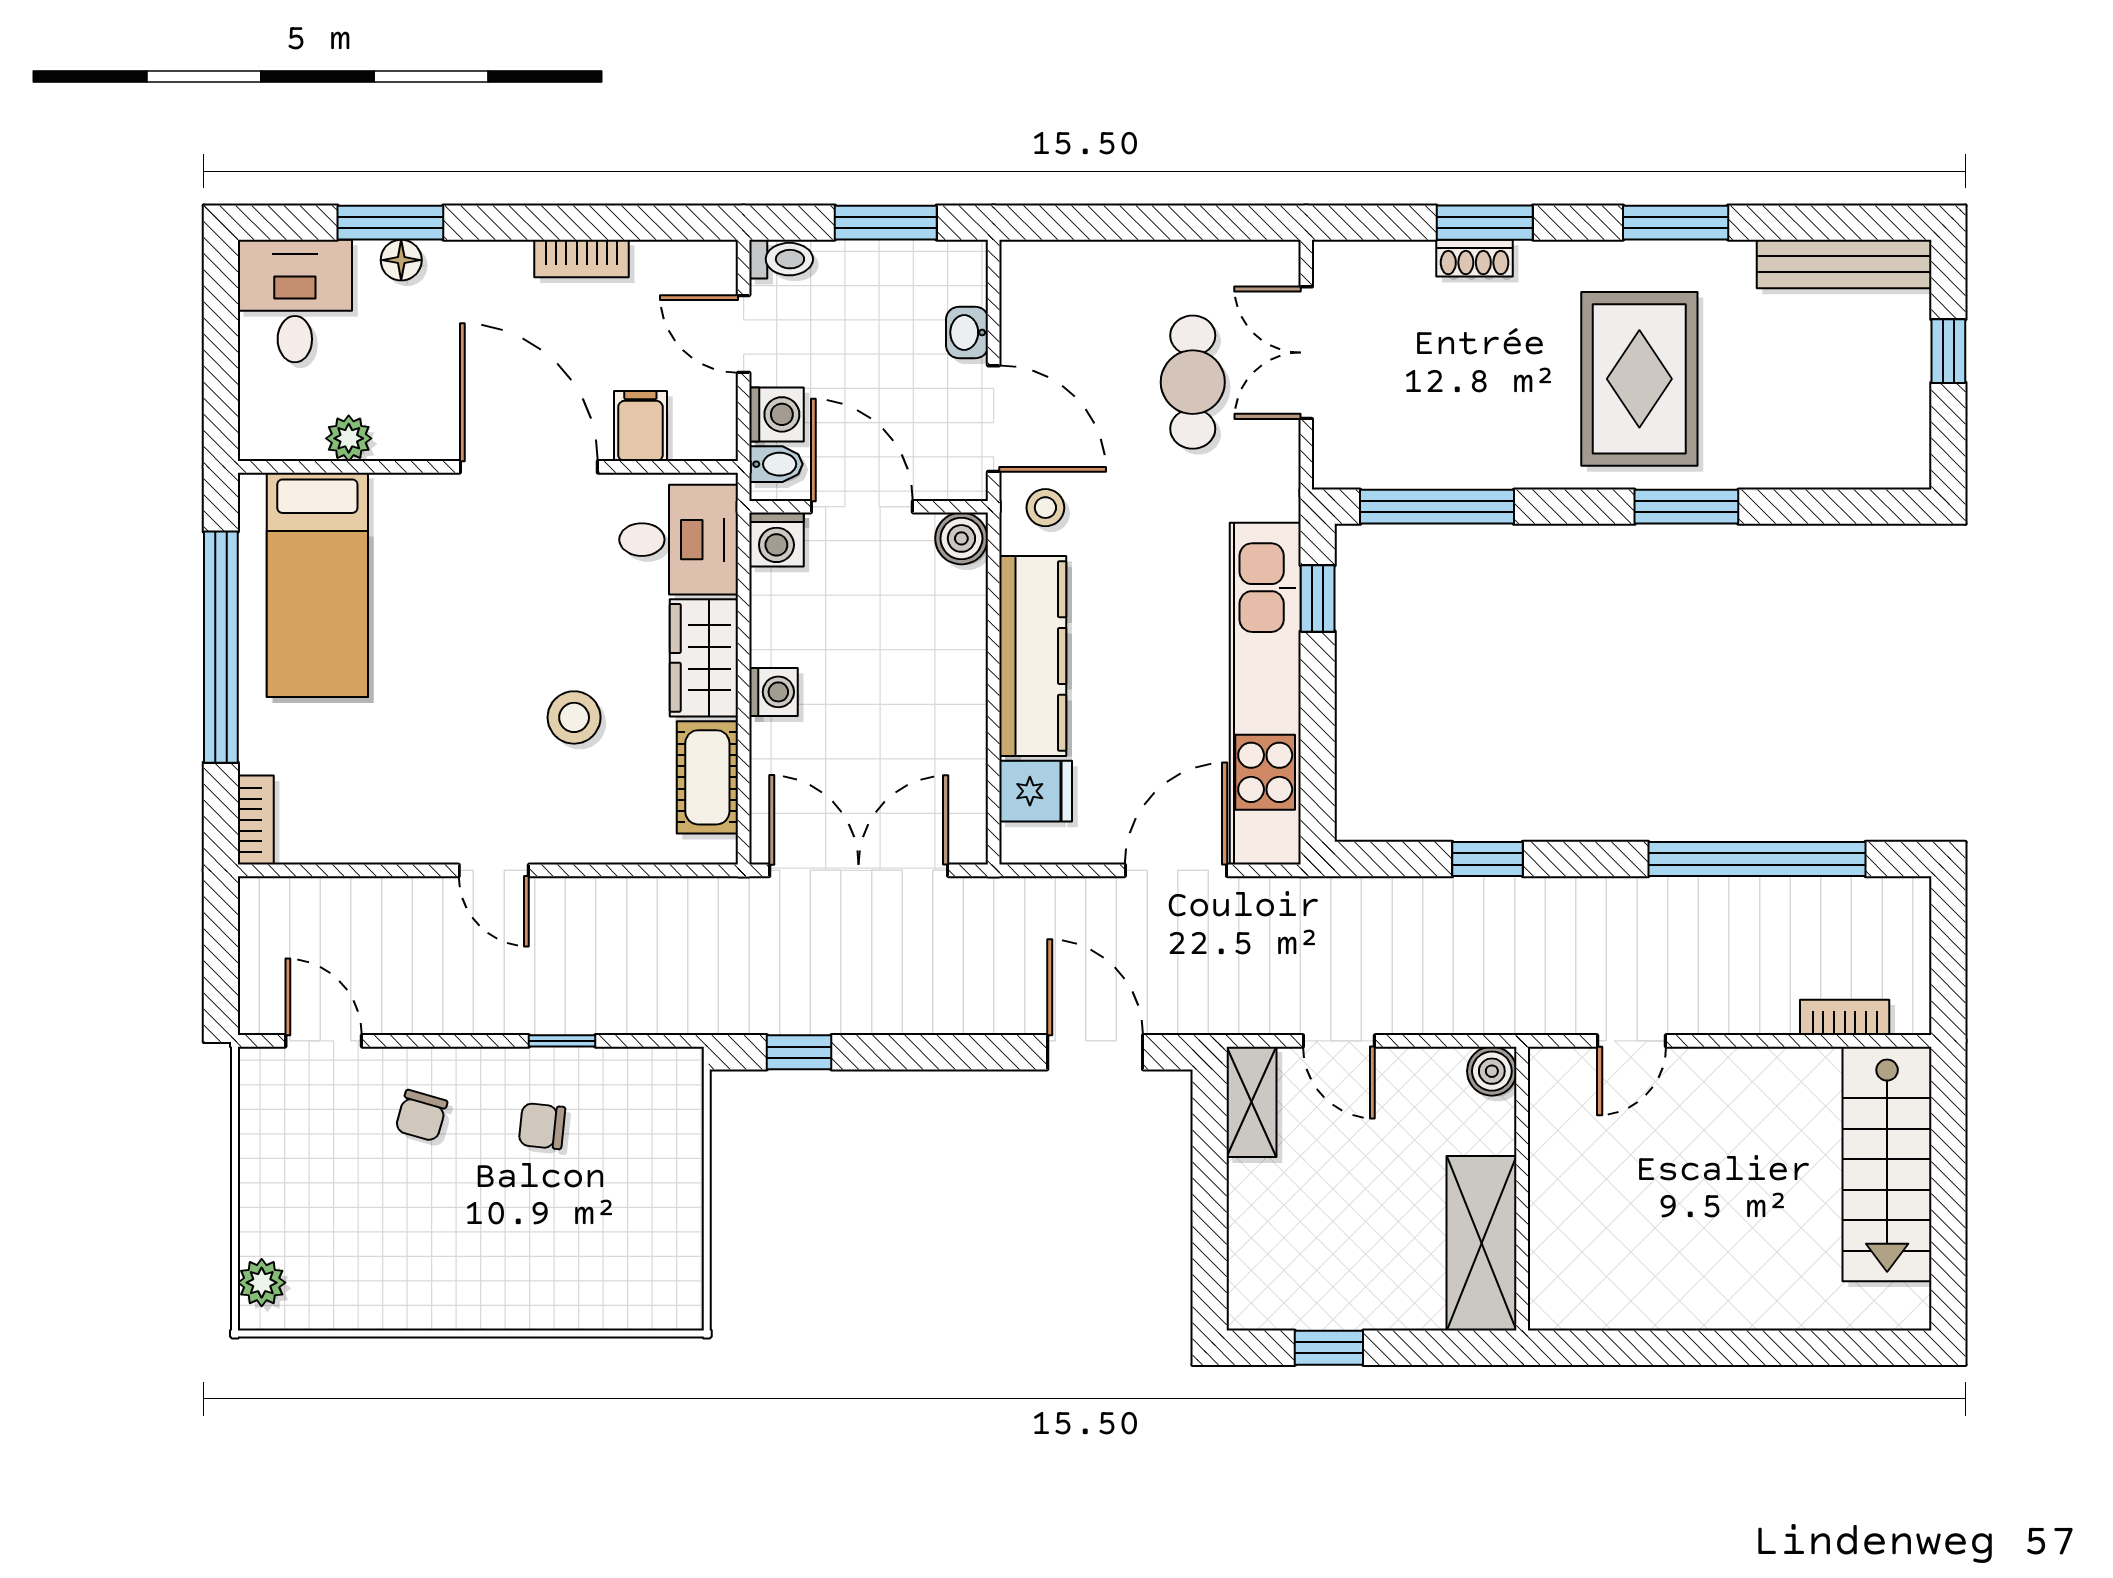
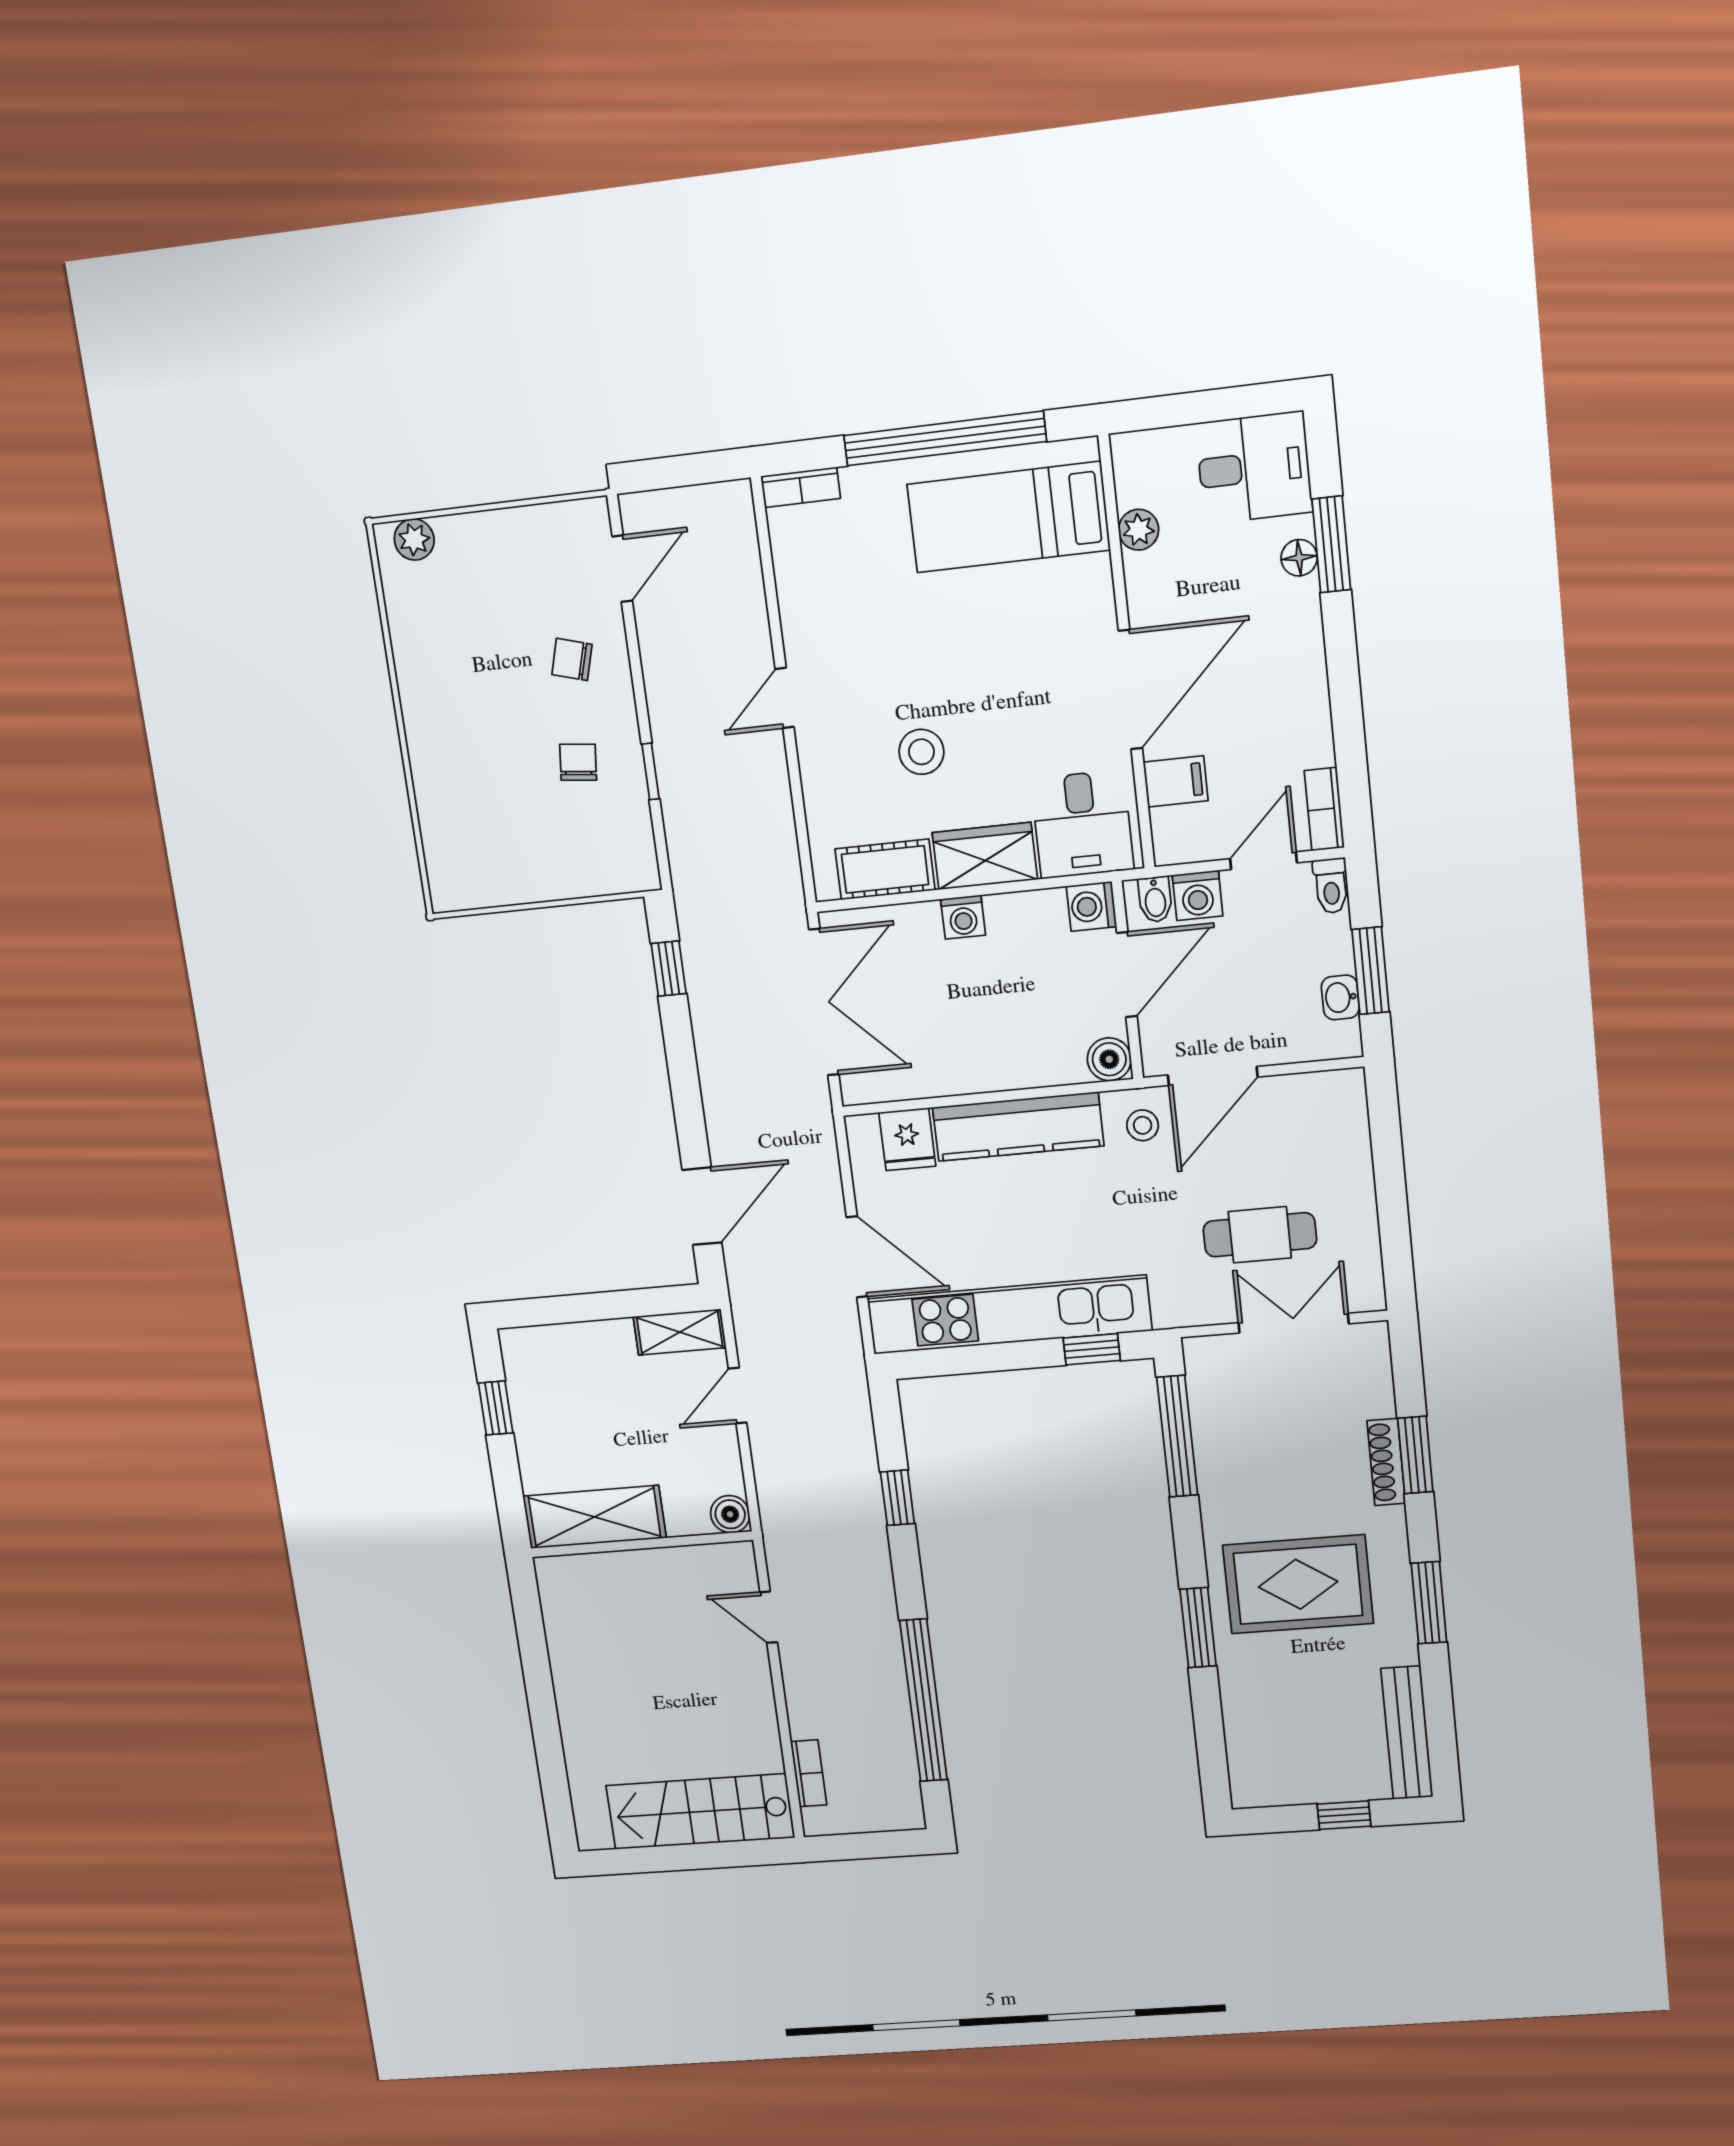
bookcase: (582, 258) -> (1324, 809), moved
shoe rack: (1475, 258) -> (1386, 1462), width x1.43
washbasin: (967, 332) -> (1340, 997), moved, turned -90

